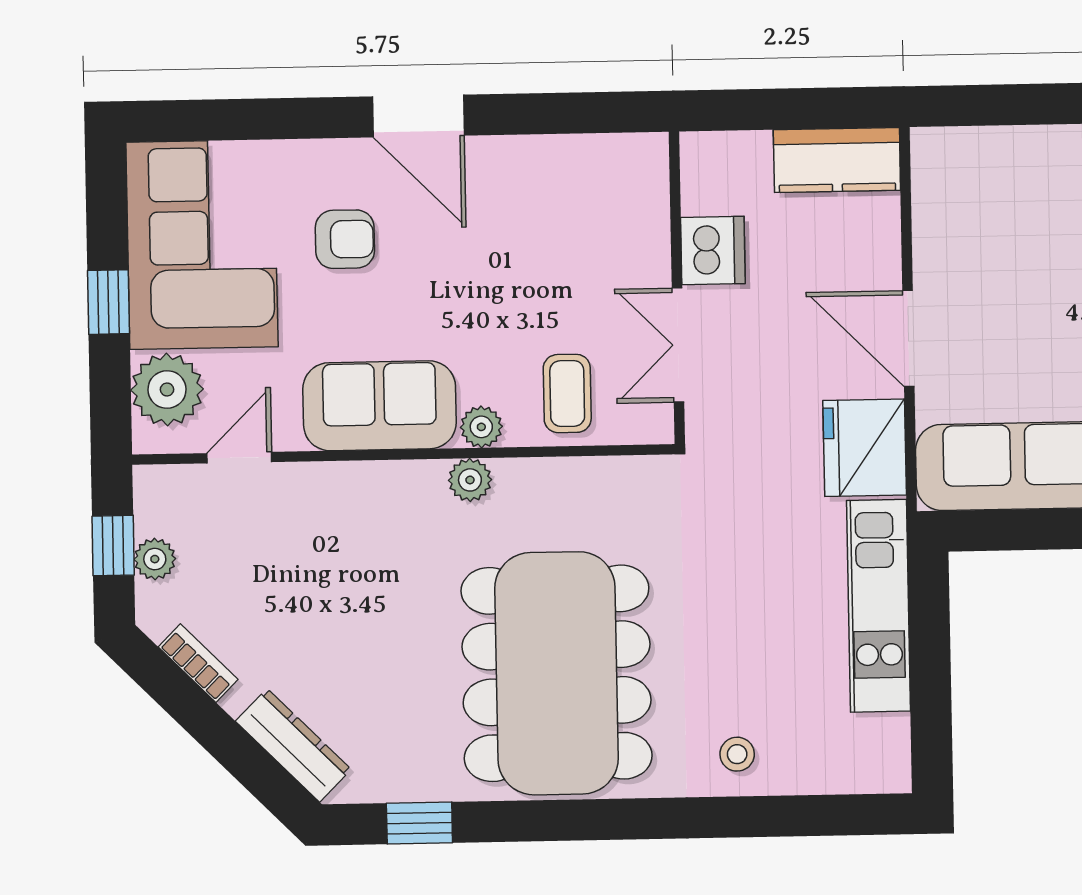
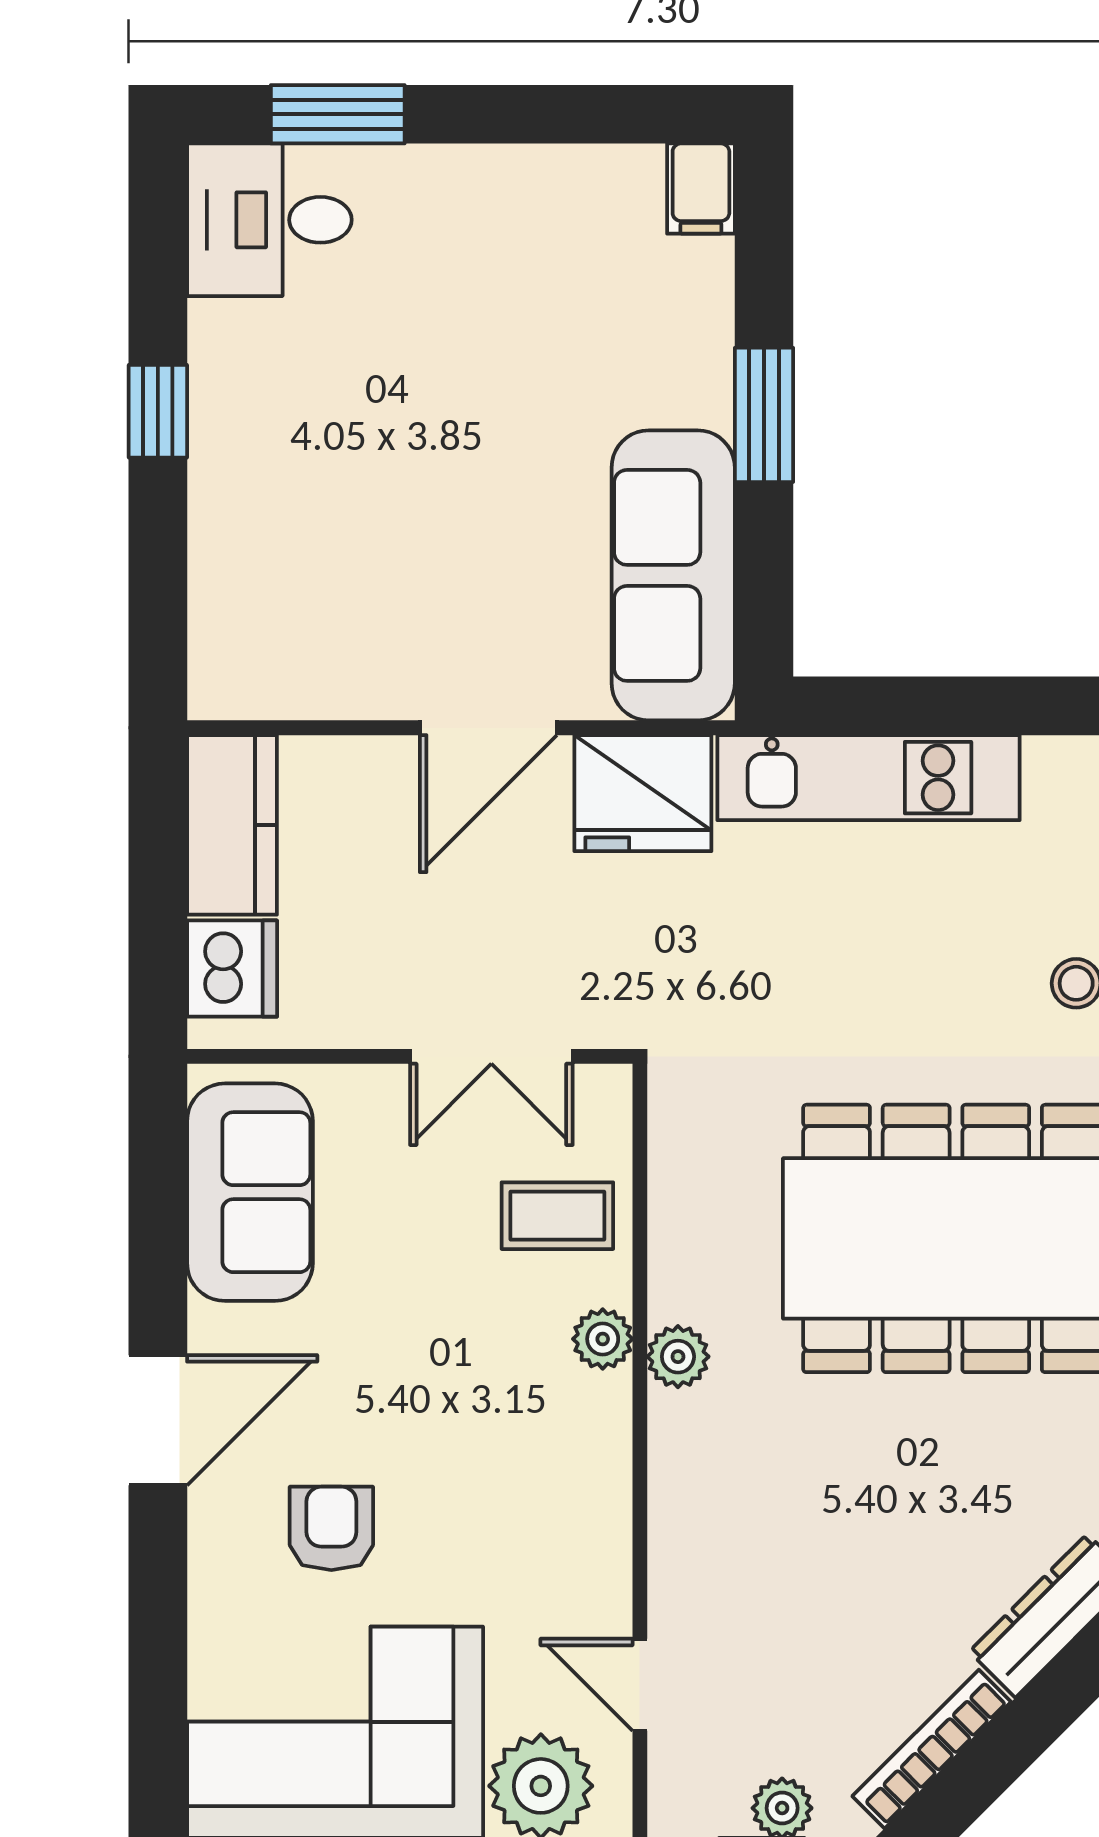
dishwasher: (713, 251) -> (232, 969), moved, turned 90
sofa: (380, 406) -> (250, 1192), moved, turned 180
bookcase: (198, 663) -> (932, 1749), width x1.56

